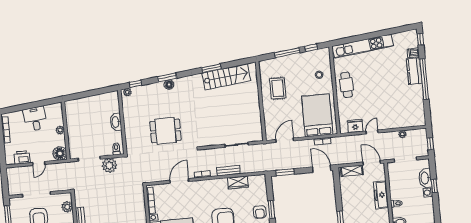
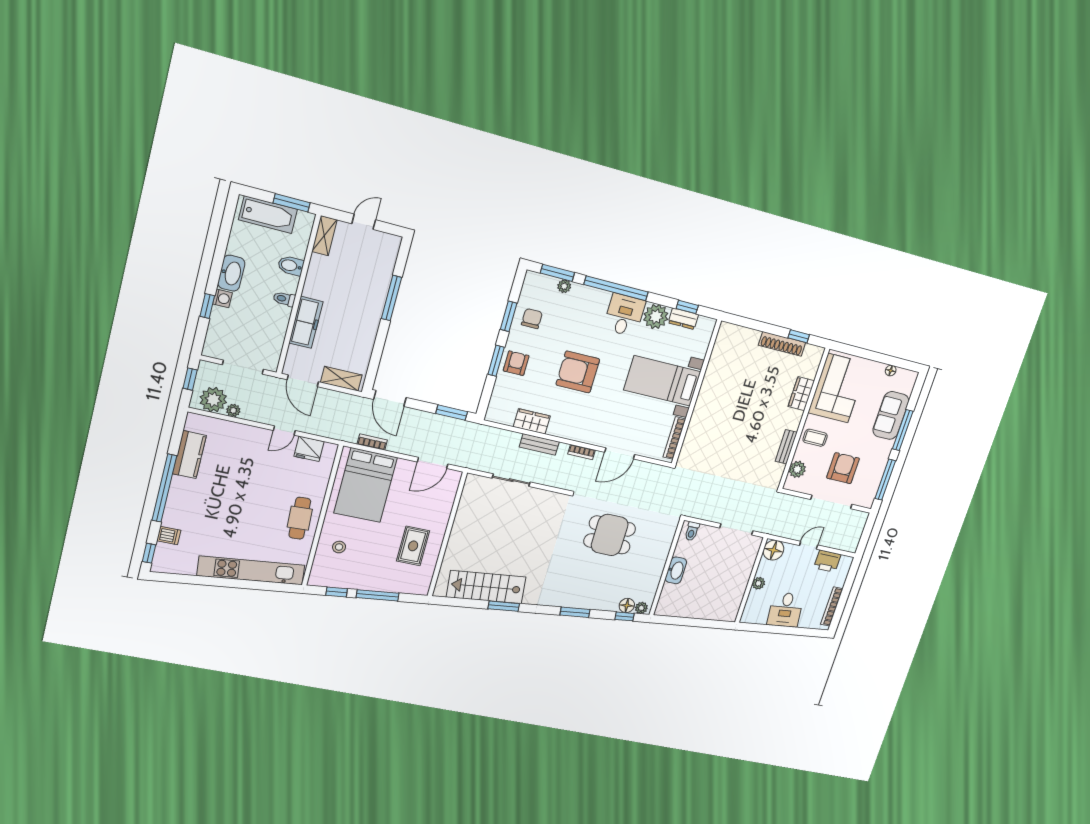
kitchen counter: (414, 71) -> (189, 455), moved
floor lamp: (169, 85) -> (627, 605), moved
plant: (109, 165) -> (213, 400), moved
washbasin: (425, 178) -> (231, 273), moved

